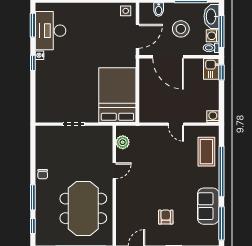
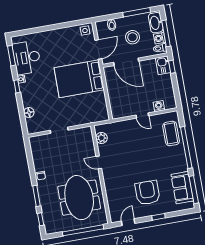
bed: (117, 95) -> (79, 79), moved, turned -90
floor lamp: (42, 97) -> (29, 112), added
washing machine: (213, 117) -> (159, 106), moved
door: (114, 171) -> (99, 162), swing flipped
sofa: (208, 206) -> (182, 188), moved
armchair: (166, 217) -> (147, 193), width x1.88, depth x1.88

